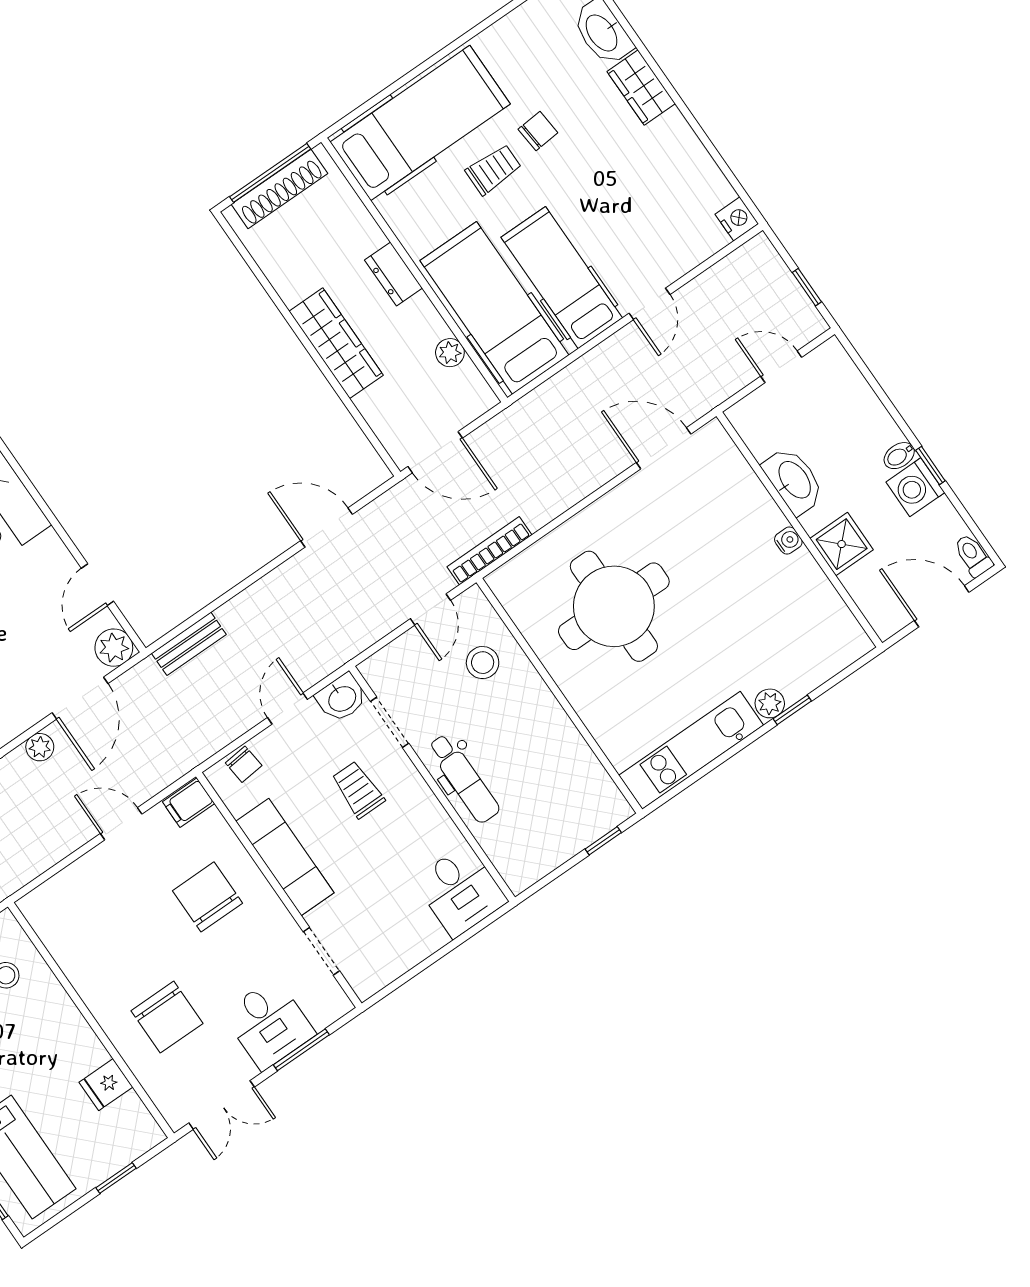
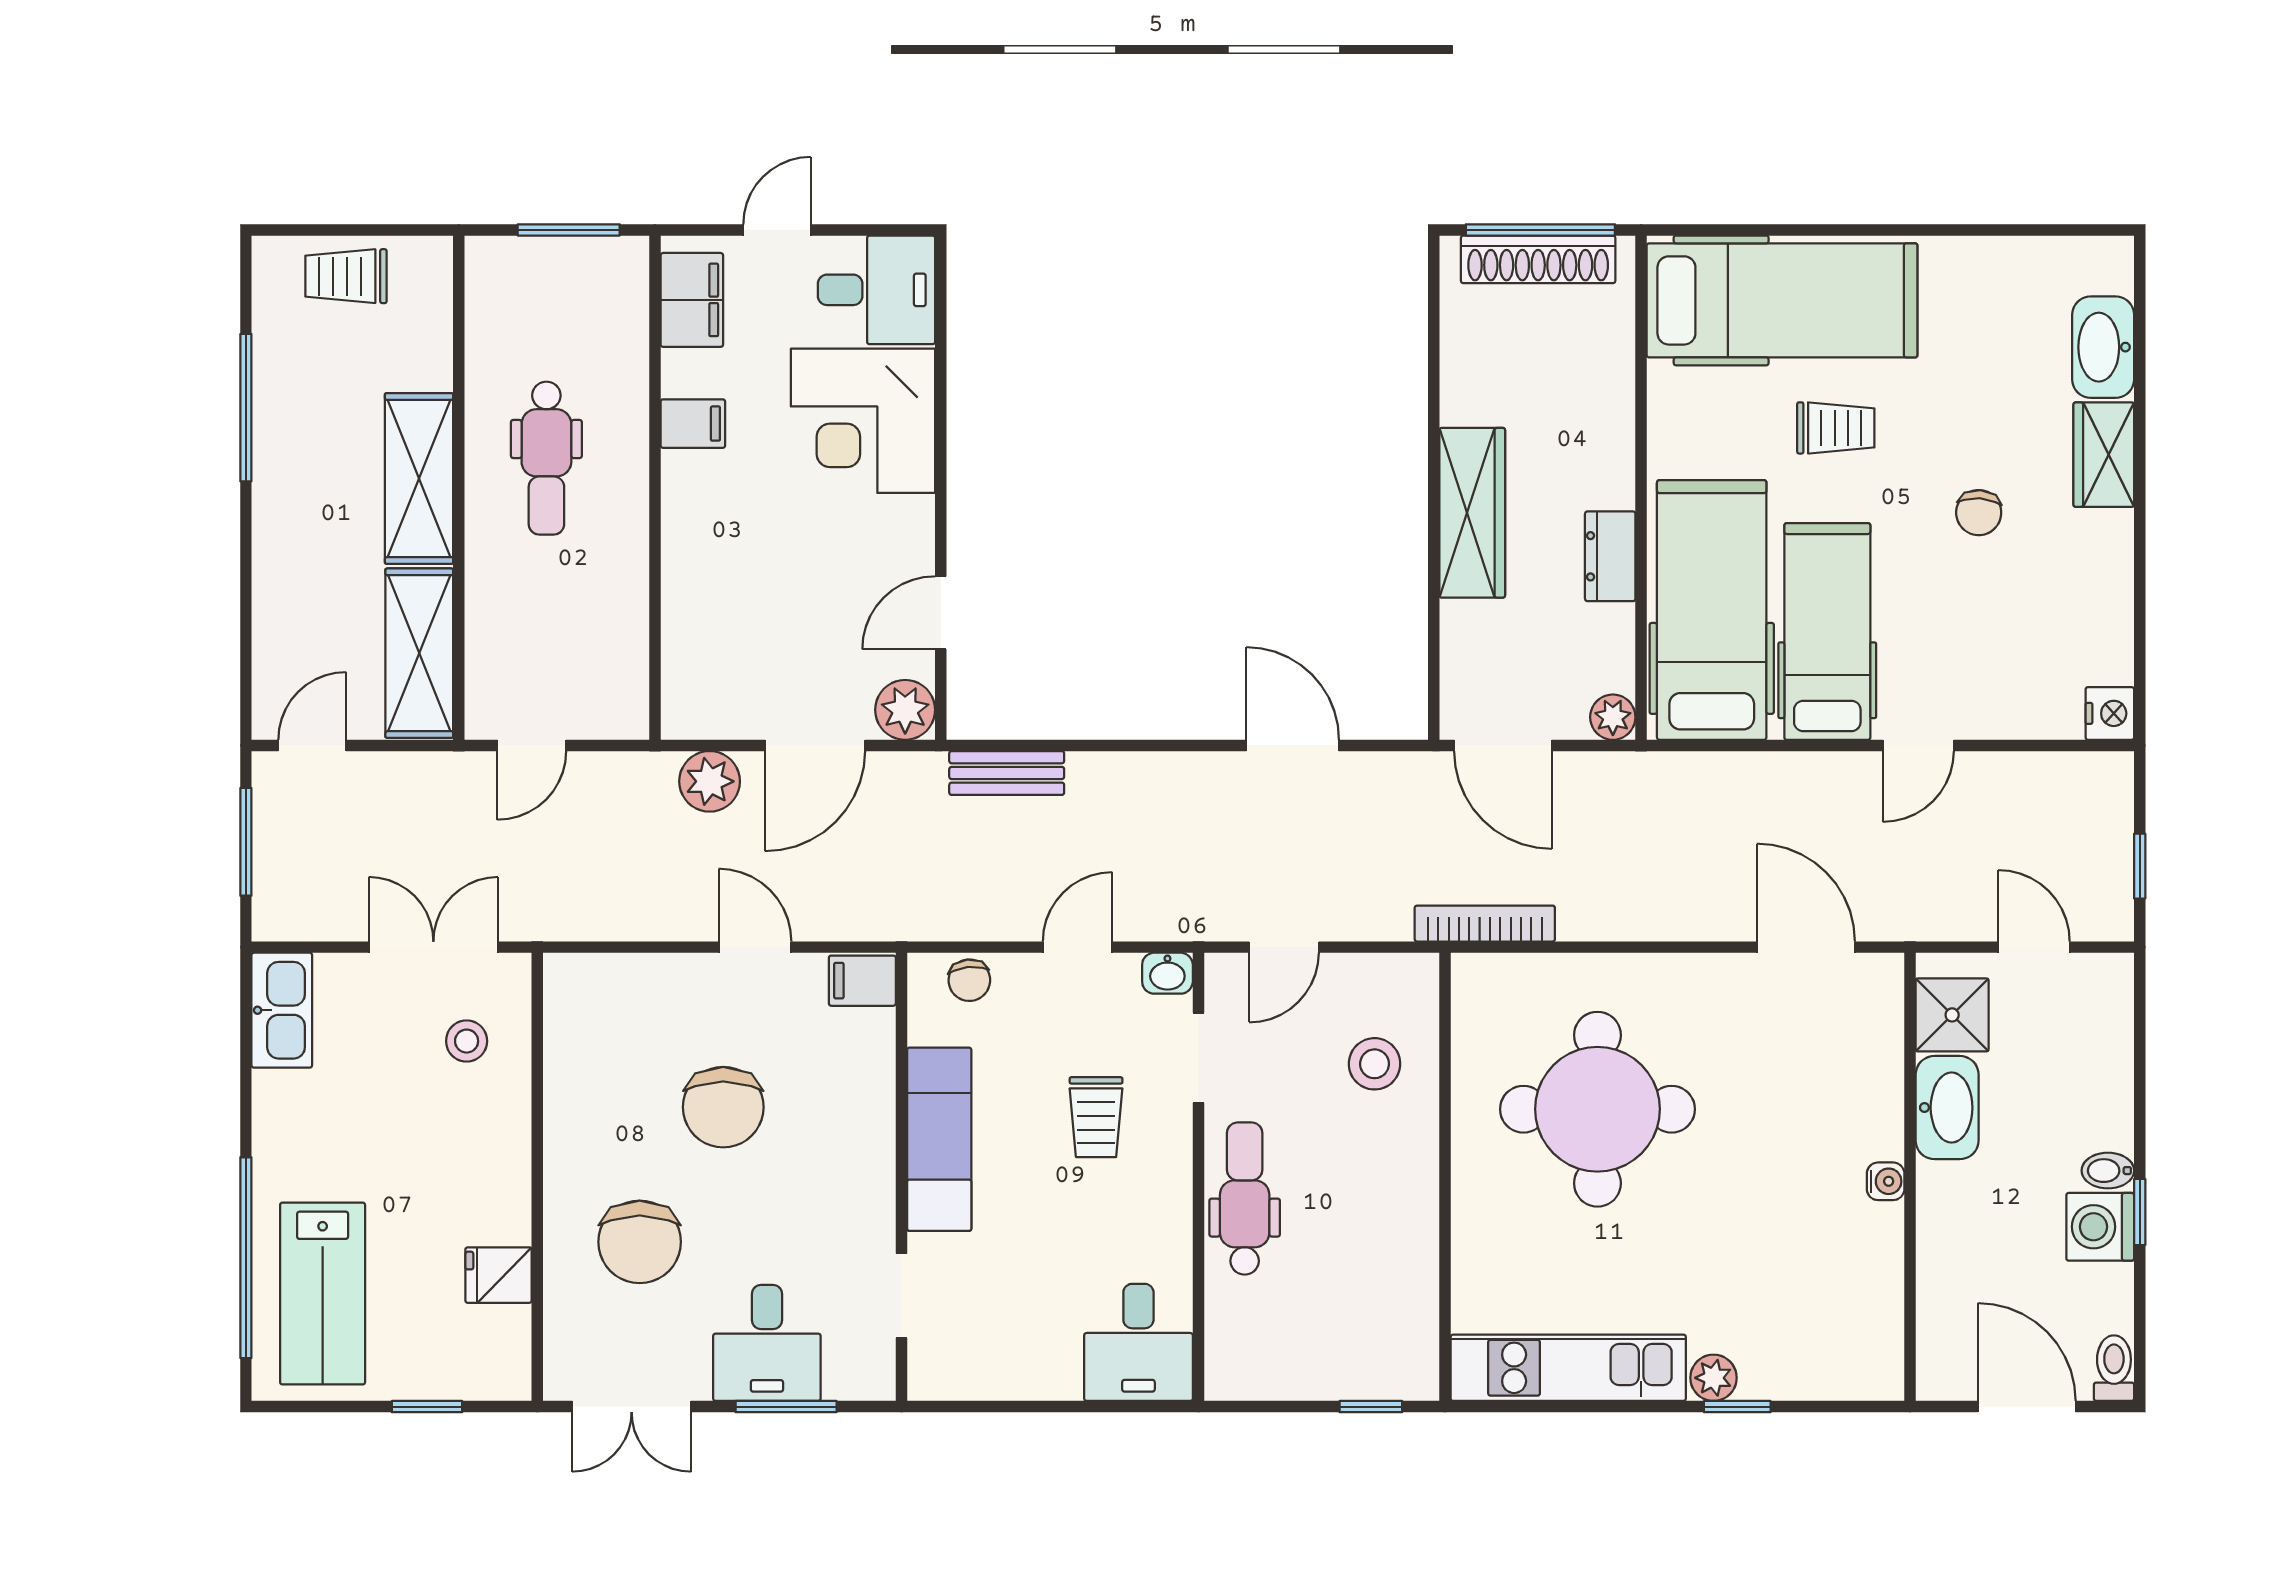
chair: (538, 131) -> (1979, 513), moved, turned 99
dresser: (394, 274) -> (1610, 556), moved
plant: (450, 353) -> (1613, 717), moved
shower: (842, 544) -> (1952, 1015), moved
door: (430, 610) -> (1284, 947), moved
washbasin: (342, 698) -> (1167, 973), width x0.72, depth x0.69
plant: (40, 747) -> (710, 781), width x1.38, depth x1.38
dental chair: (464, 779) -> (1245, 1199), turned 180
trolley: (358, 790) -> (1096, 1117), turned 180
chair: (208, 897) -> (723, 1107), moved, turned 180

